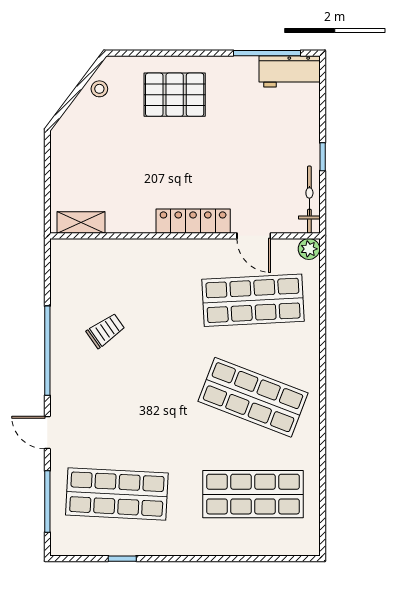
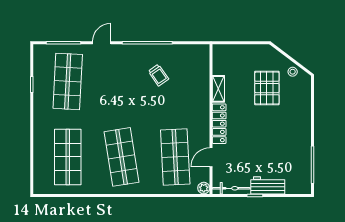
workbench: (290, 71) -> (268, 185), moved, turned 90
pallet: (175, 95) -> (267, 88), moved
shelving: (81, 222) -> (218, 89), moved
shop shelf: (253, 397) -> (121, 157), turned -30

